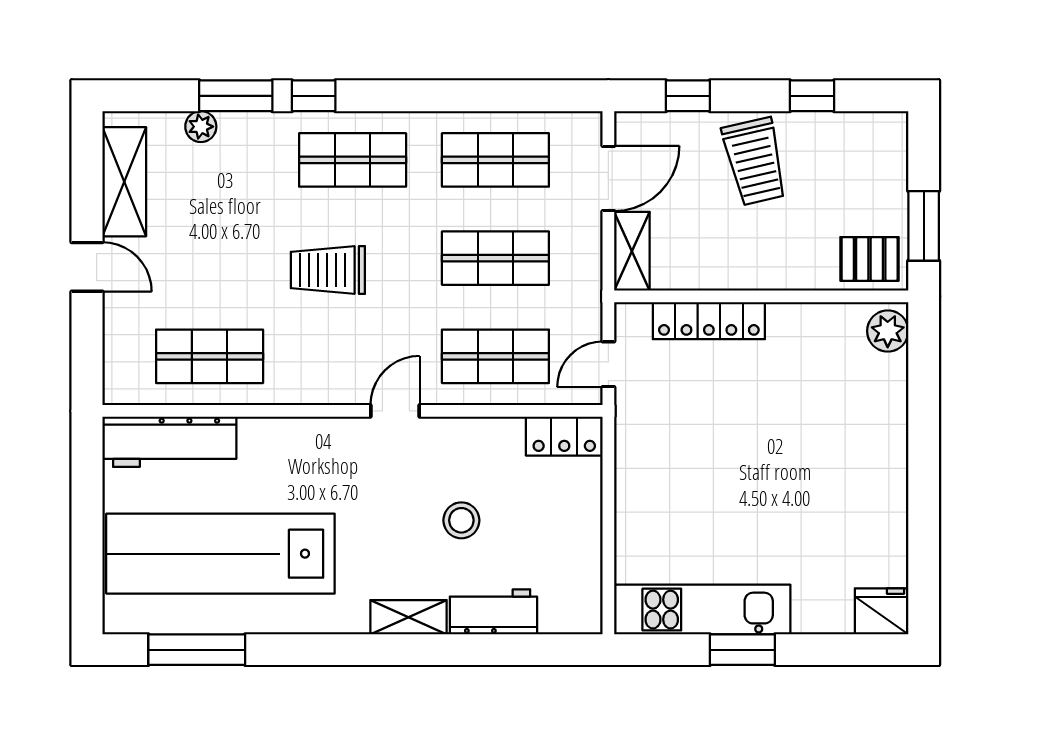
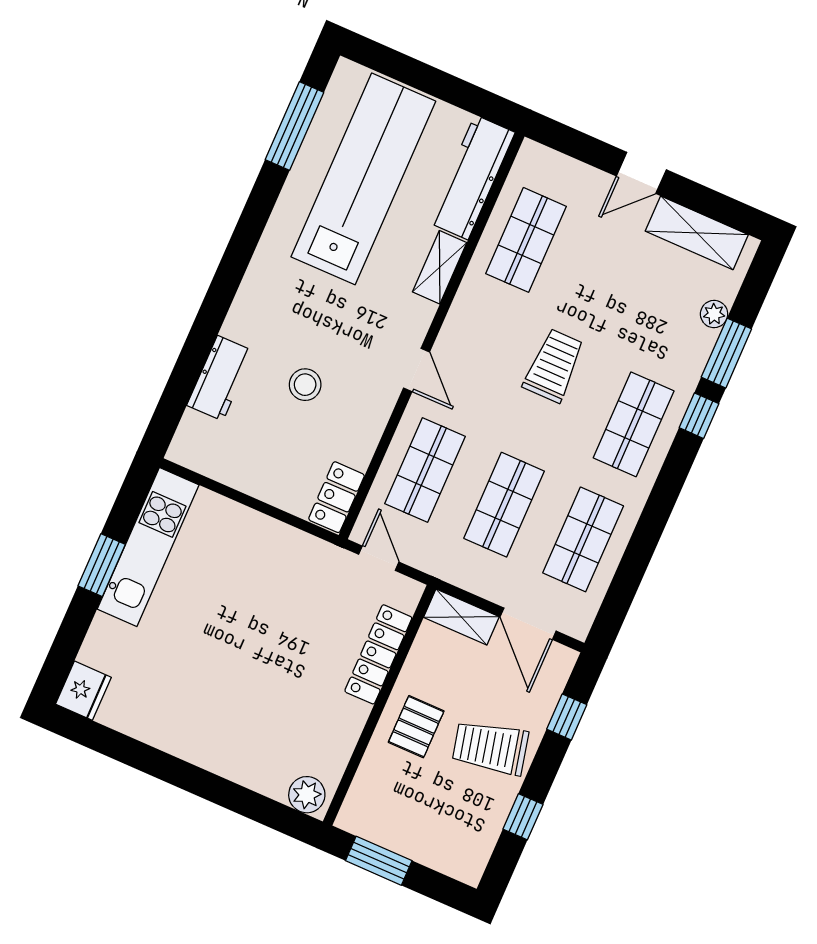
pallet: (870, 259) -> (416, 727), moved
shelving: (409, 617) -> (440, 267), moved

